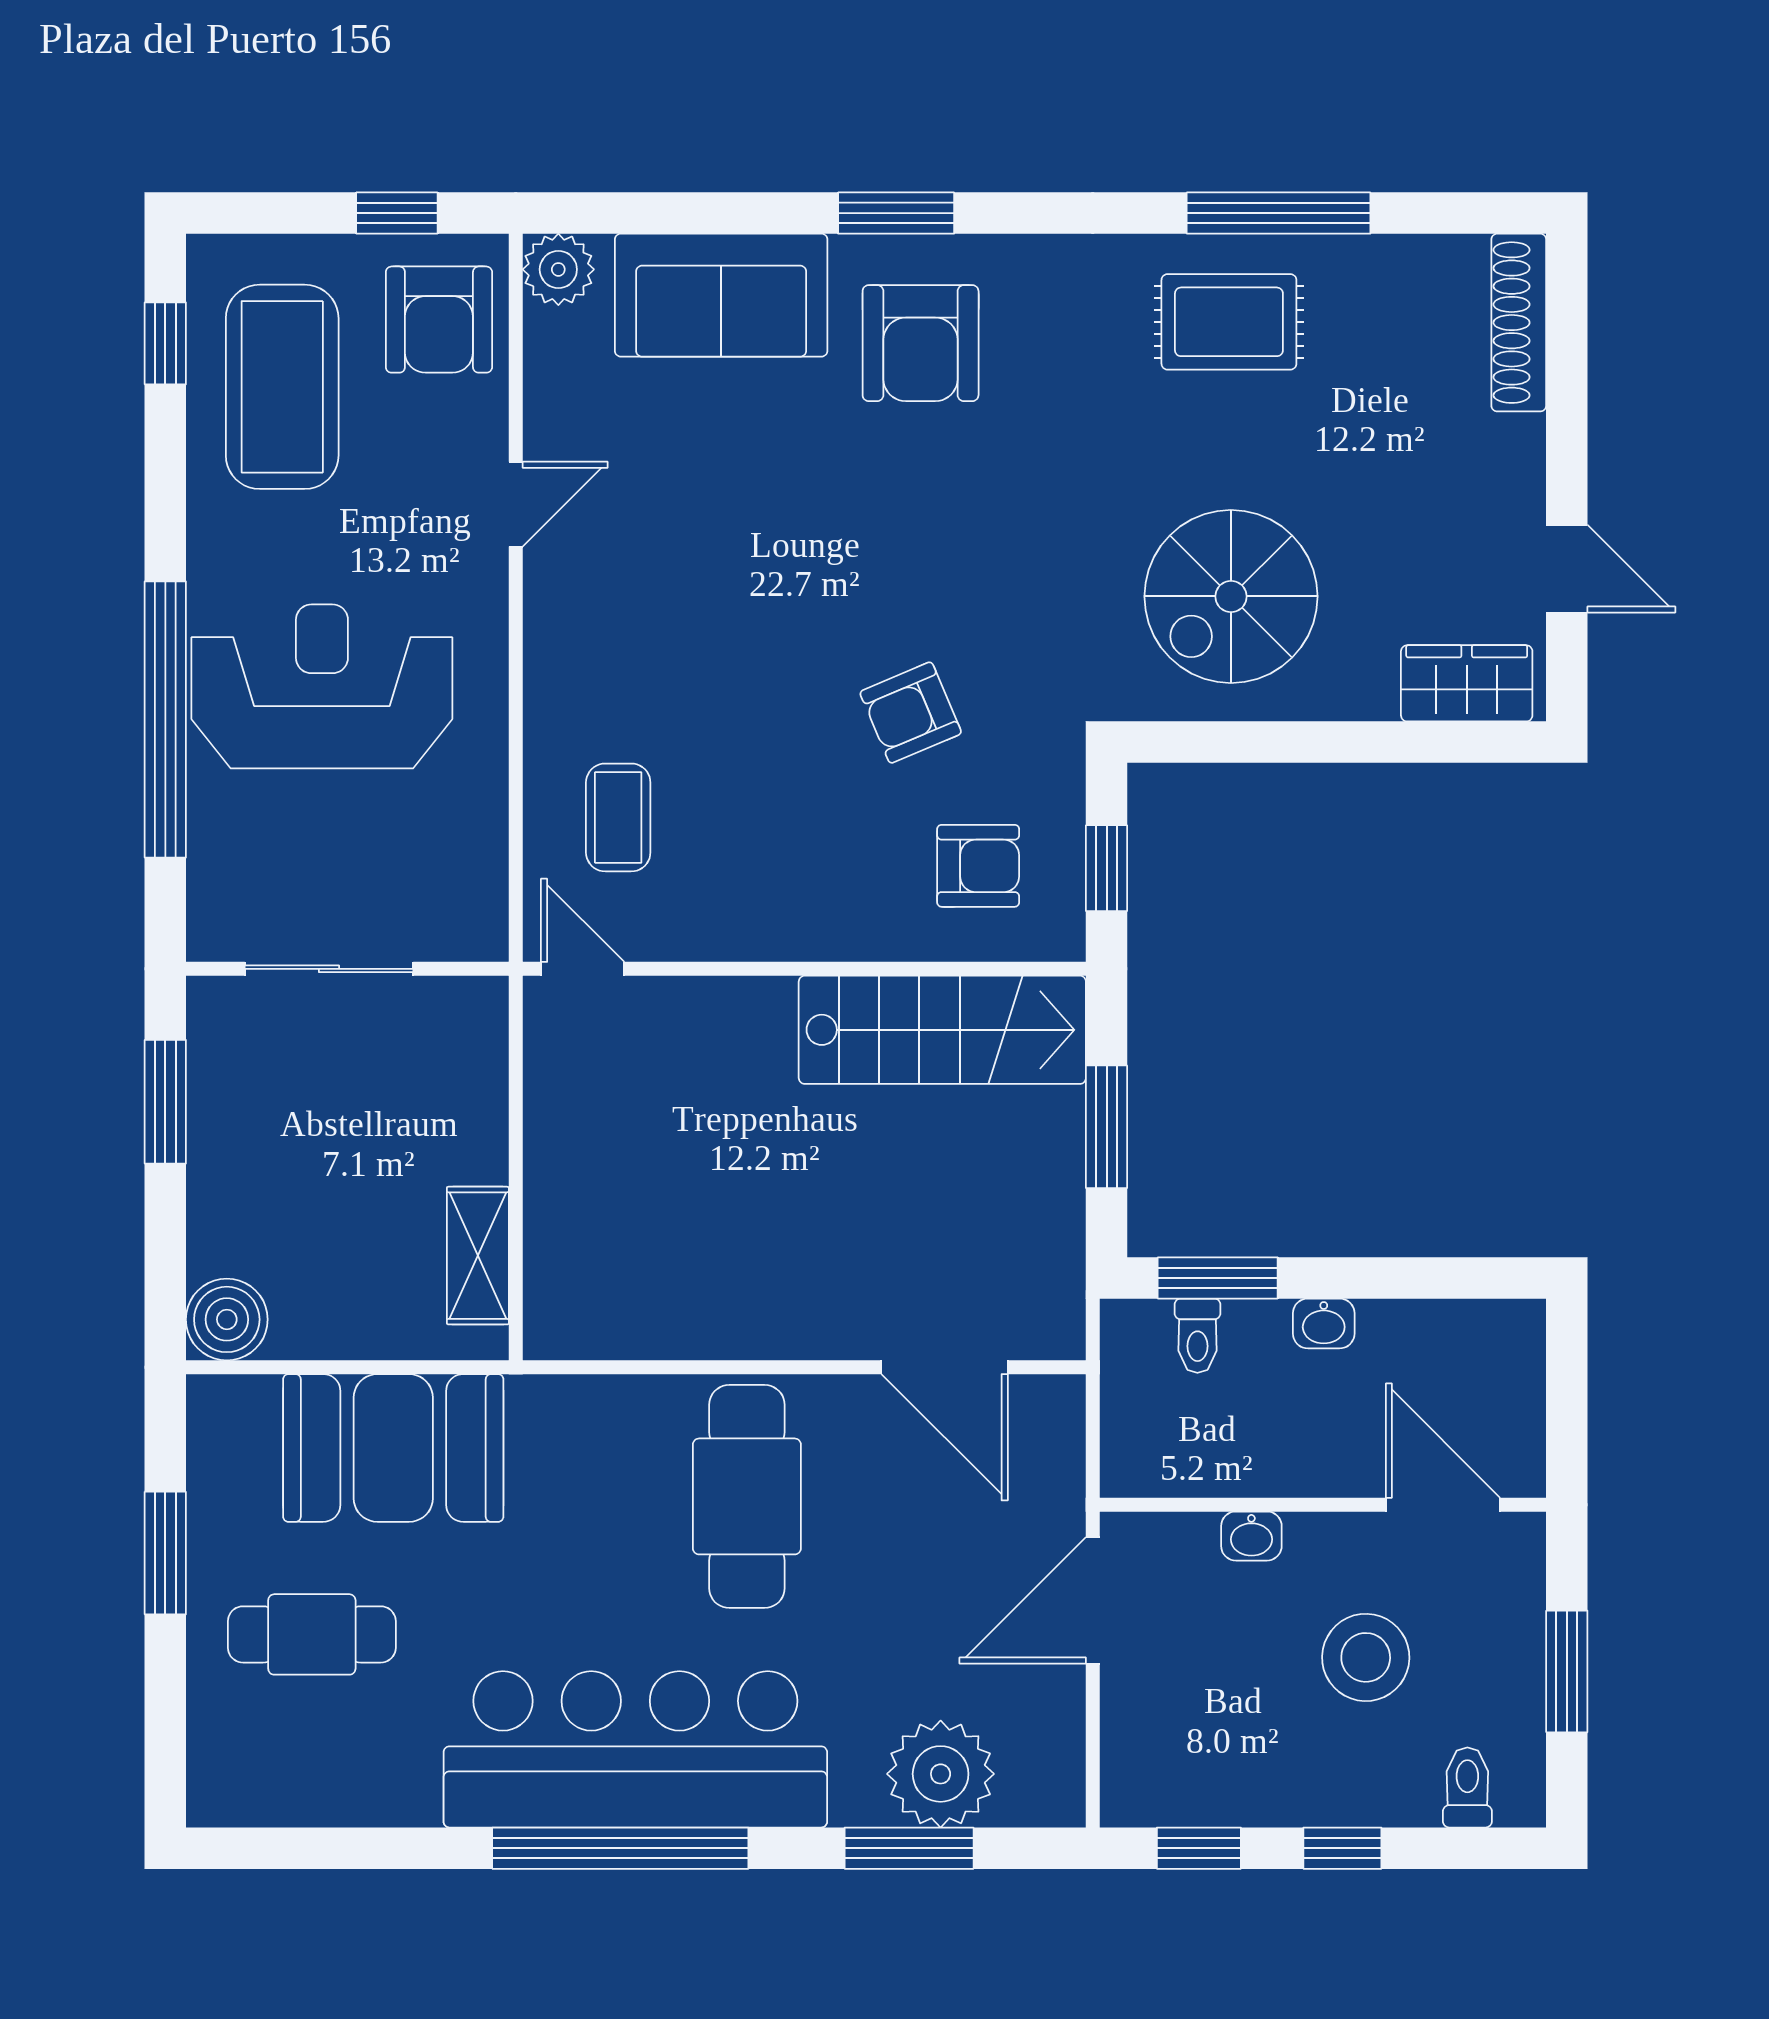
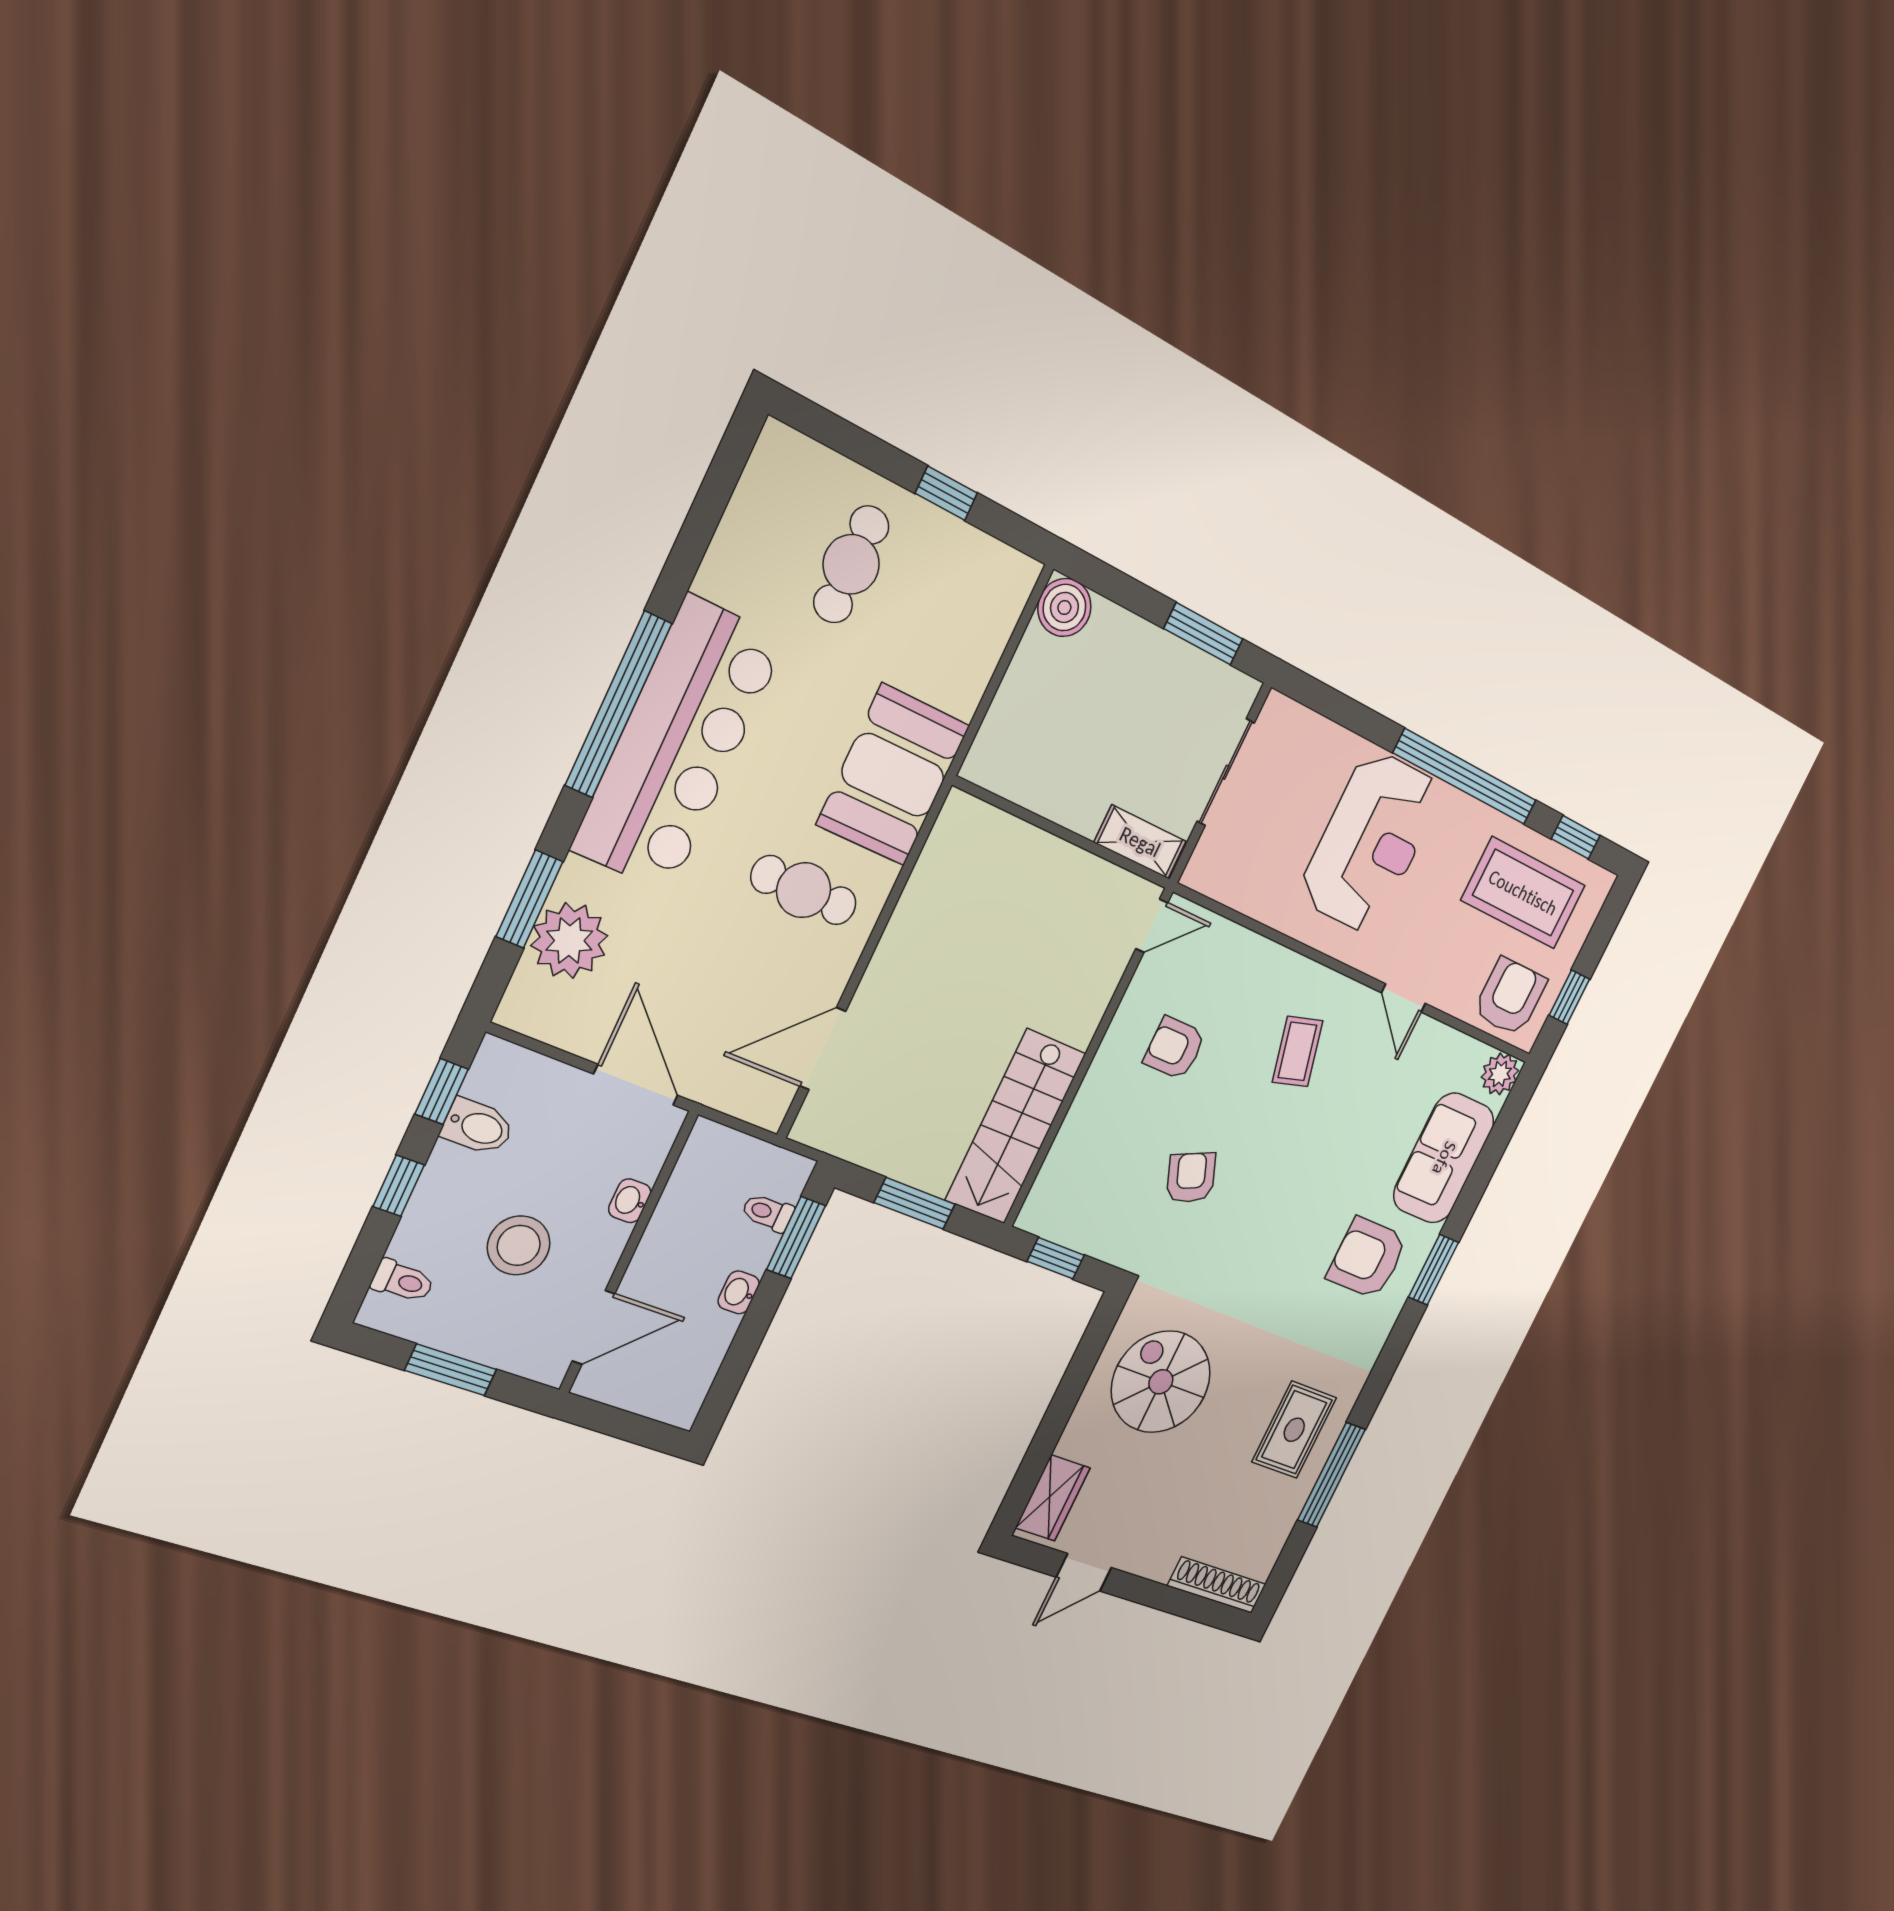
armchair: (439, 320) -> (1510, 997), turned 90
window: (165, 719) -> (1465, 777), moved
coffee table: (618, 817) -> (1297, 1051), moved, turned 75
armchair: (978, 866) -> (1175, 1048), moved, turned 90
shelving: (478, 1256) -> (1140, 842), moved
booth: (393, 1448) -> (893, 775), moved
cafe table: (747, 1496) -> (804, 890), width x0.73, depth x0.74
window: (165, 1553) -> (946, 493), width x0.67
bidet: (1227, 1782) -> (478, 1127), added

